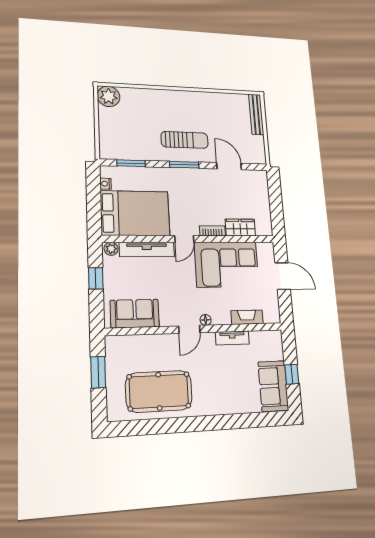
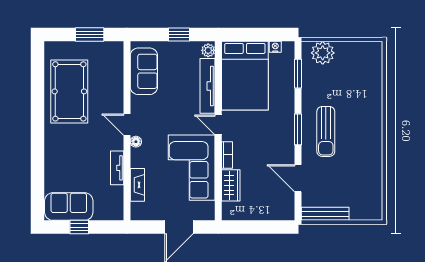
plant: (109, 96) -> (323, 53), moved
bench: (256, 114) -> (325, 214), moved
door: (229, 166) -> (298, 178), swing flipped

